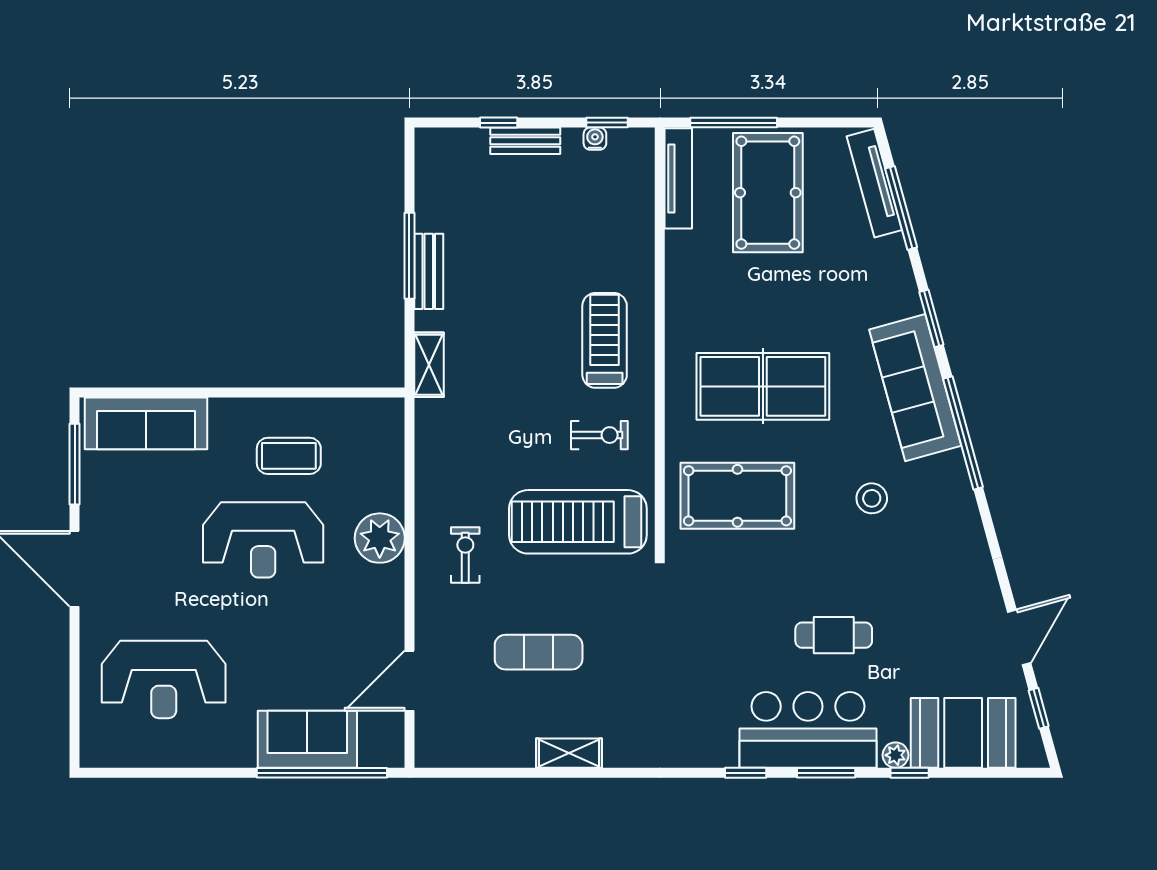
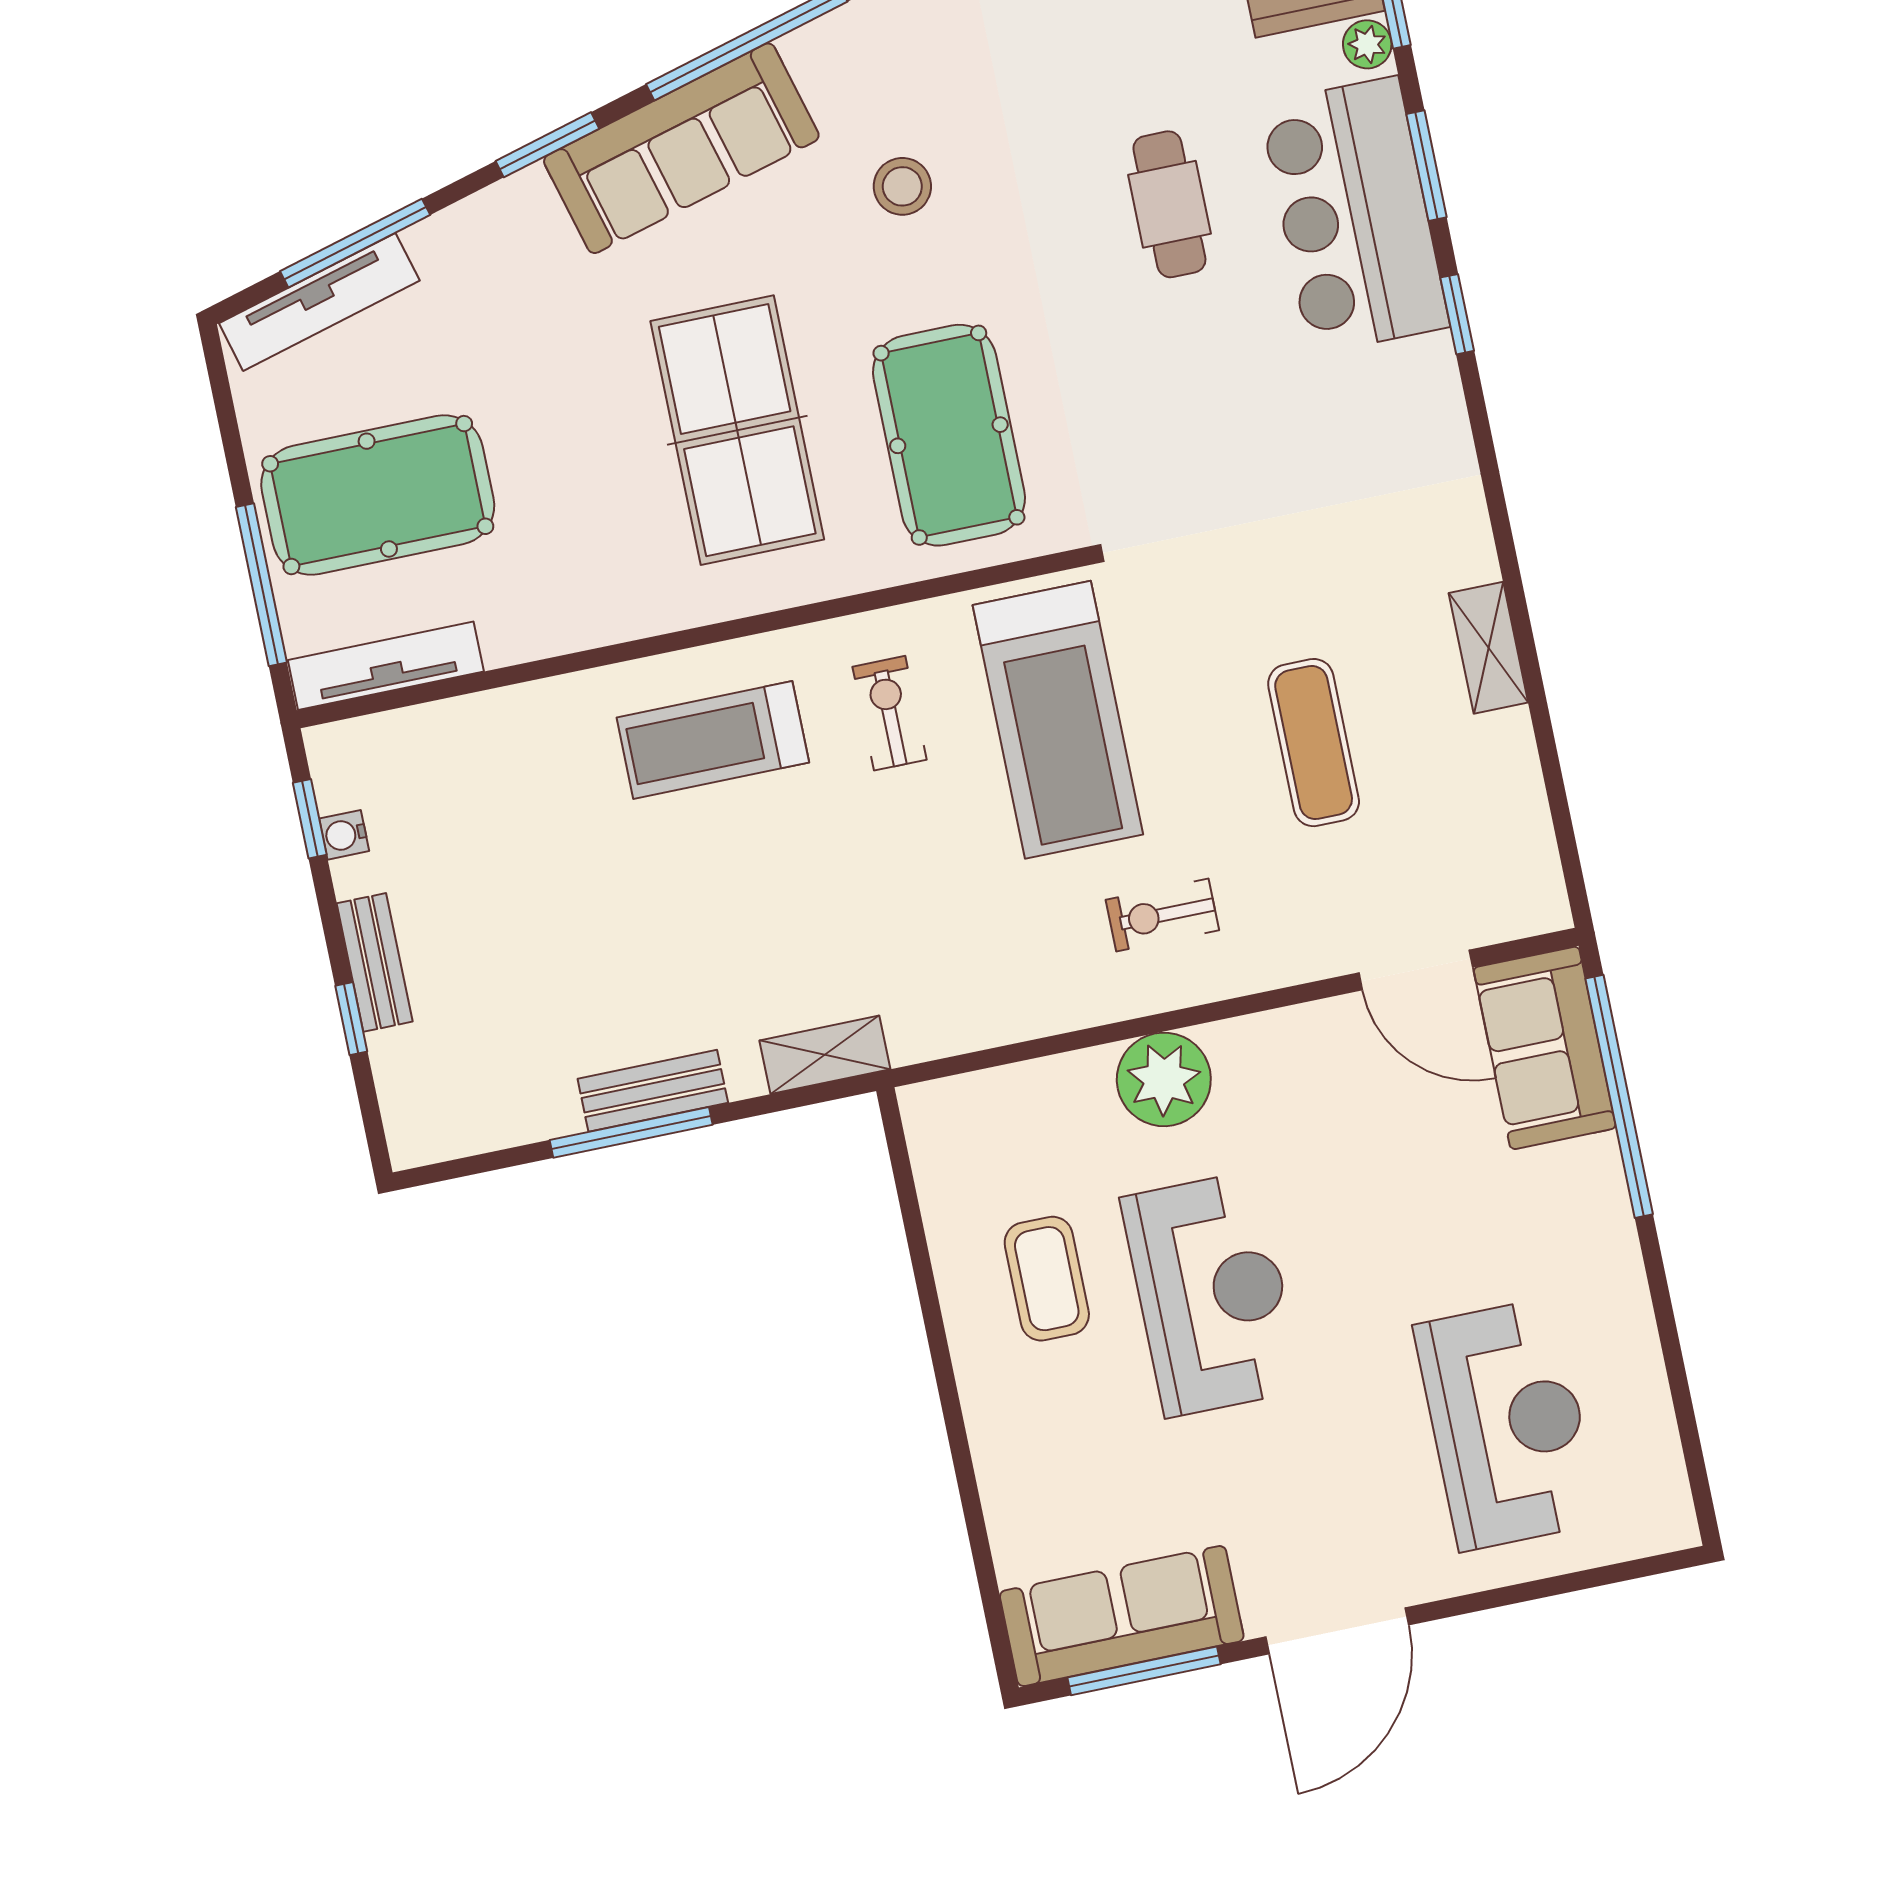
sofa: (146, 423) -> (1122, 1616), moved, turned -90
sofa: (307, 739) -> (1545, 1048), moved

